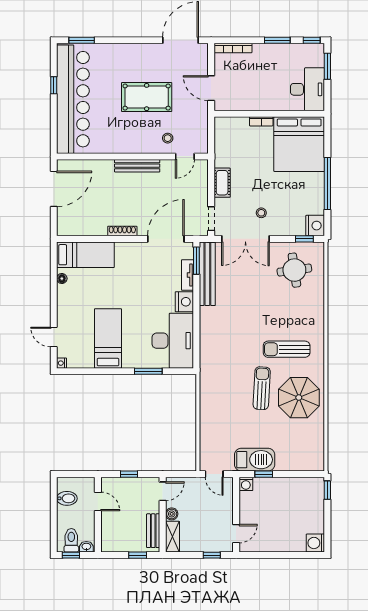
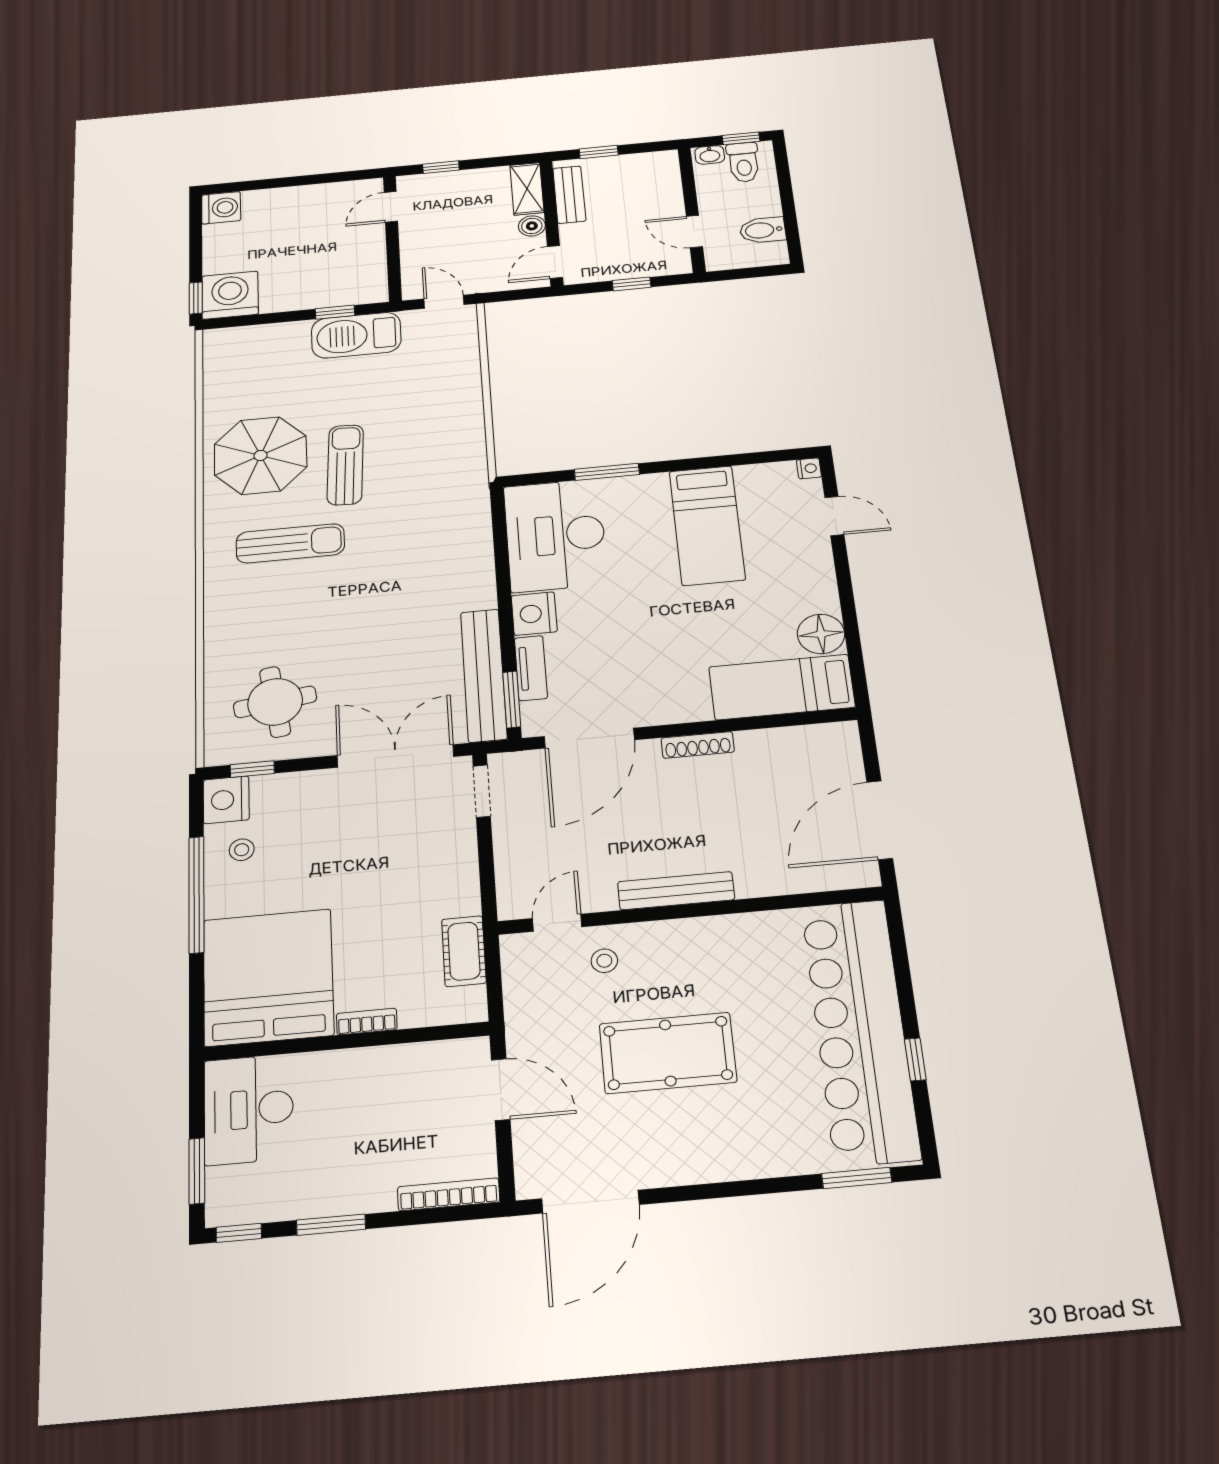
cot: (222, 183) -> (464, 951), moved
stool: (261, 213) -> (242, 850), moved
floor lamp: (62, 279) -> (821, 634), width x1.89, depth x1.89
sun lounger: (262, 388) -> (345, 465), turned 180
washing machine: (246, 484) -> (230, 295), moved, width x1.89, depth x1.89

